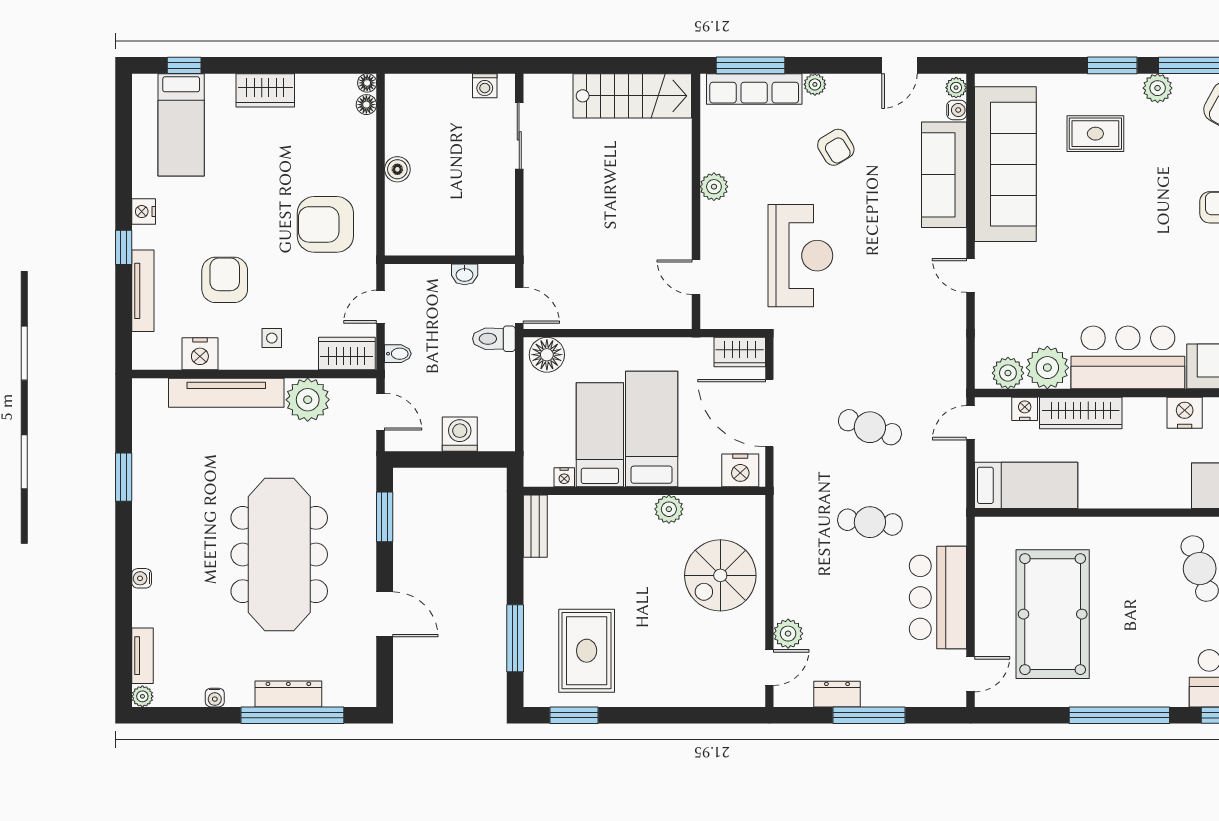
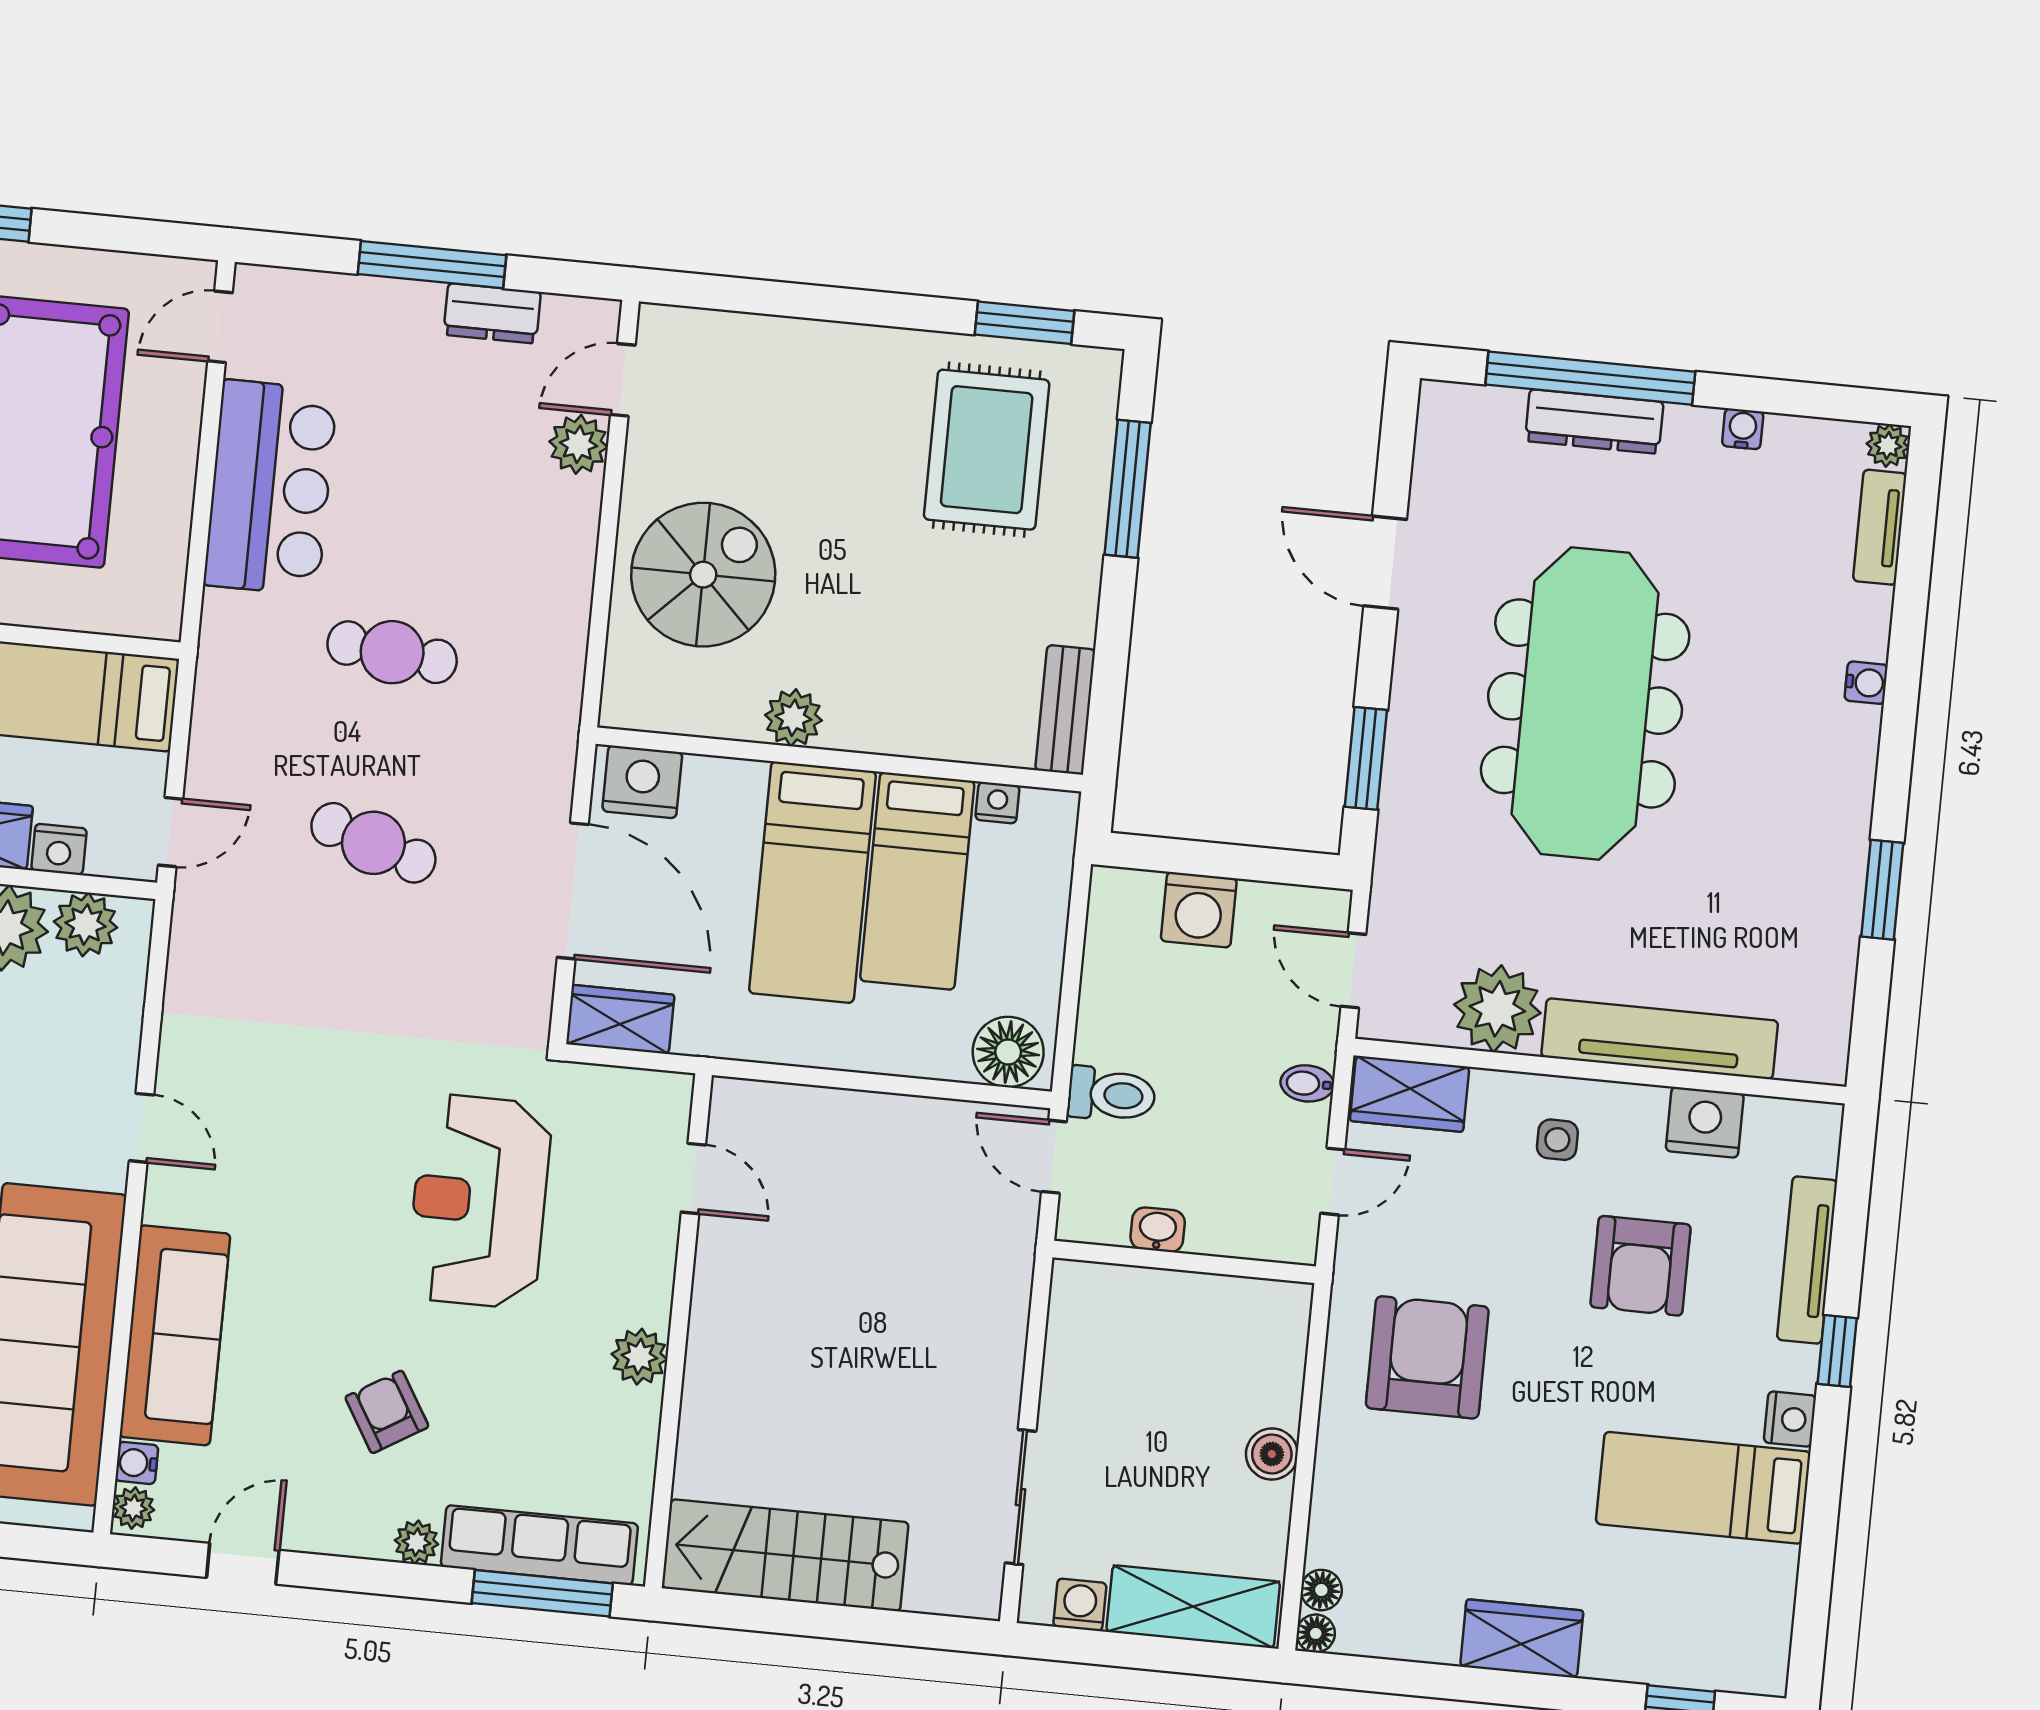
shelving: (429, 90) -> (1193, 1607), added
bed: (181, 125) -> (1703, 1488), moved, turned -90
armchair: (325, 224) -> (1427, 1357), turned -90

